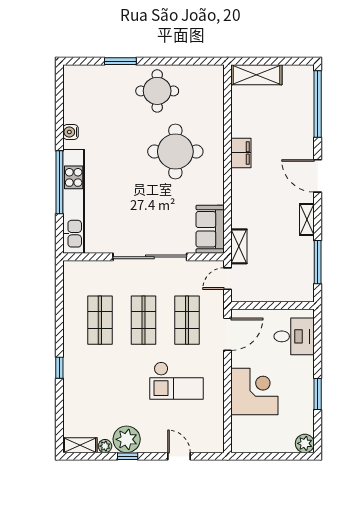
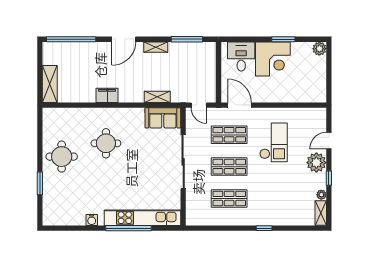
round table: (175, 152) -> (106, 143), width x0.73, depth x0.73
shelving: (239, 246) -> (157, 97), moved
corner desk: (254, 392) -> (273, 59), moved, turned 180
plant: (127, 439) -> (316, 163), moved

